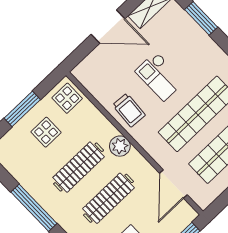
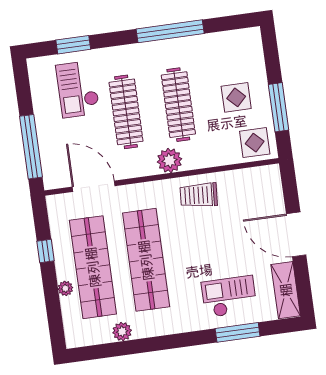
door: (108, 27) -> (296, 234), hinge flipped
checkout: (160, 76) -> (229, 297), moved
window: (22, 109) -> (279, 107), moved

